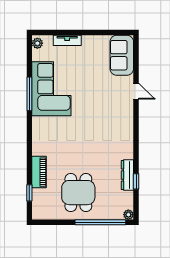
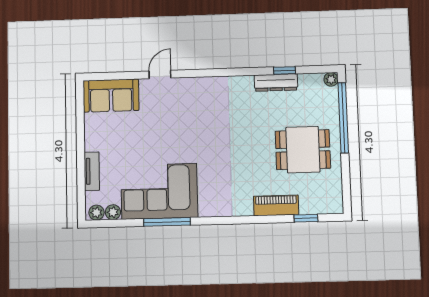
plant: (37, 55) -> (113, 212), added

